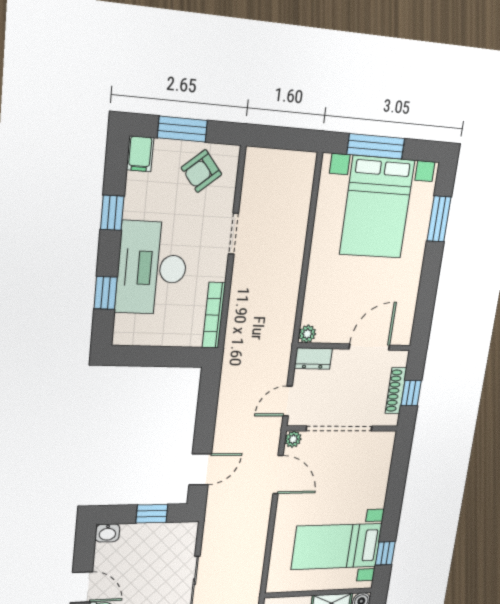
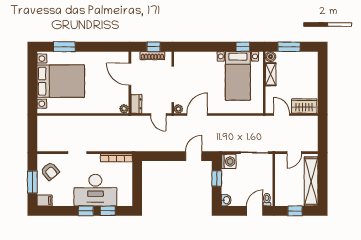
window: (376, 146) -> (32, 86), removed
window: (112, 213) -> (86, 211), moved
door: (200, 469) -> (194, 156), hinge flipped
washing machine: (183, 535) -> (229, 161), added

